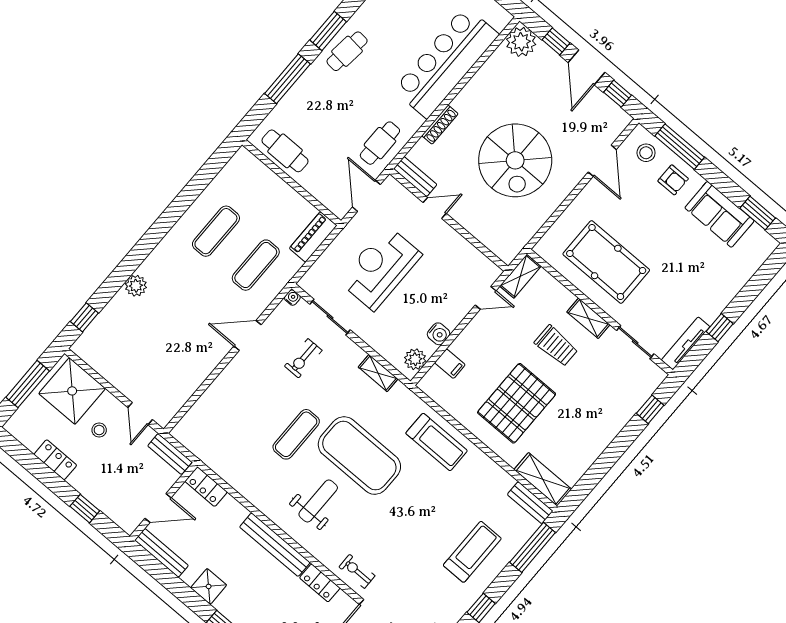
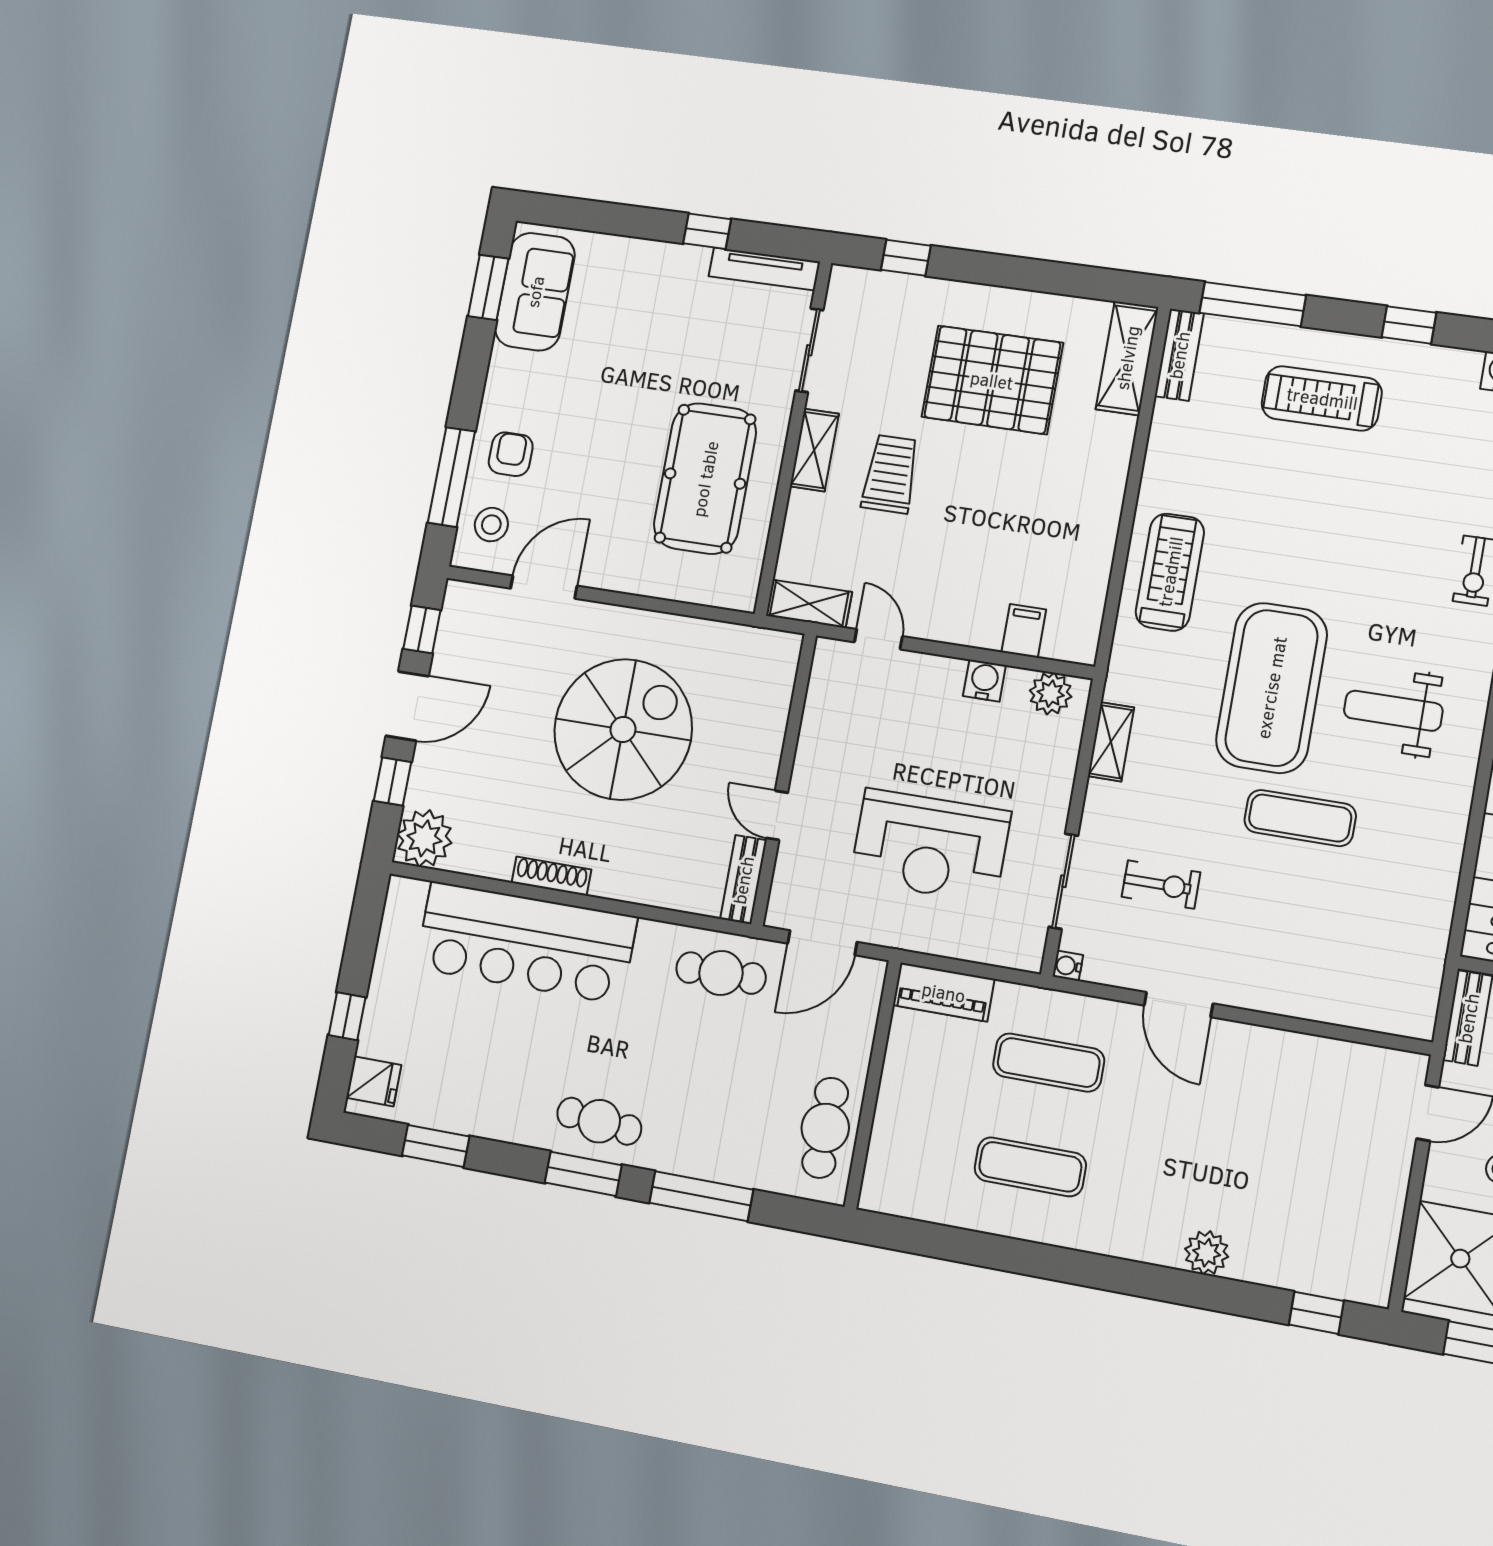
shoe rack: (440, 125) -> (551, 876), moved
sofa: (719, 214) -> (535, 292), moved
pallet: (517, 403) -> (992, 380), moved

